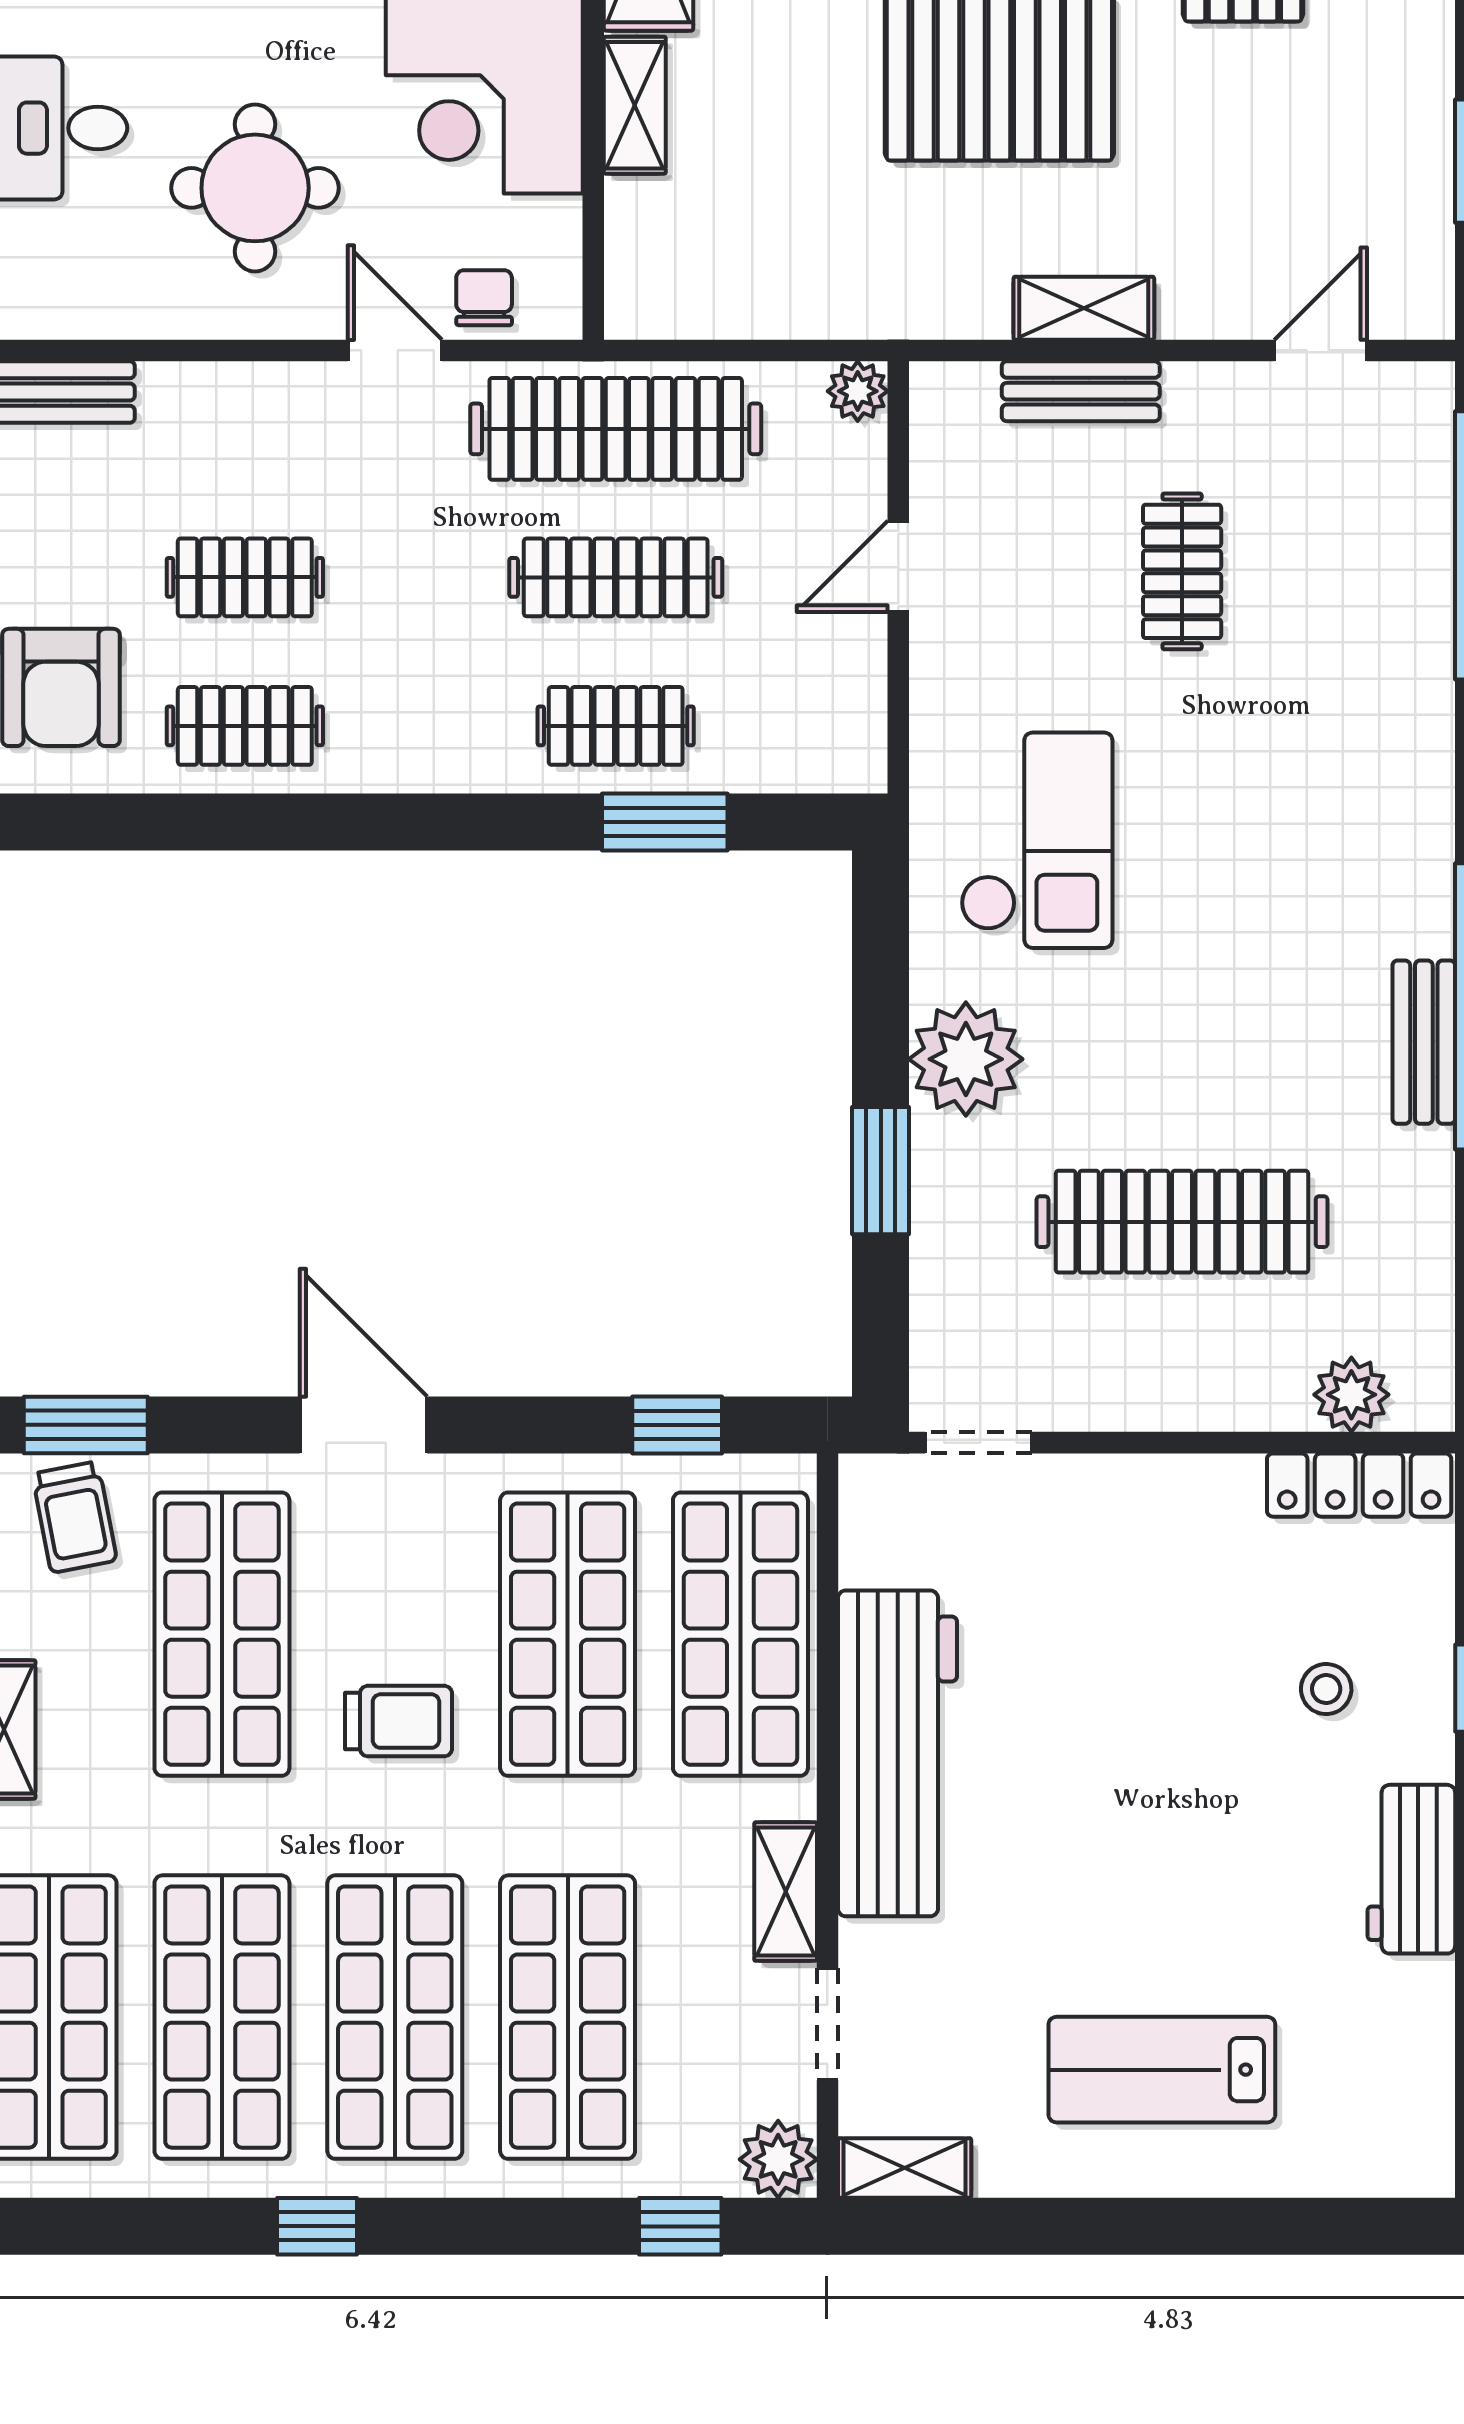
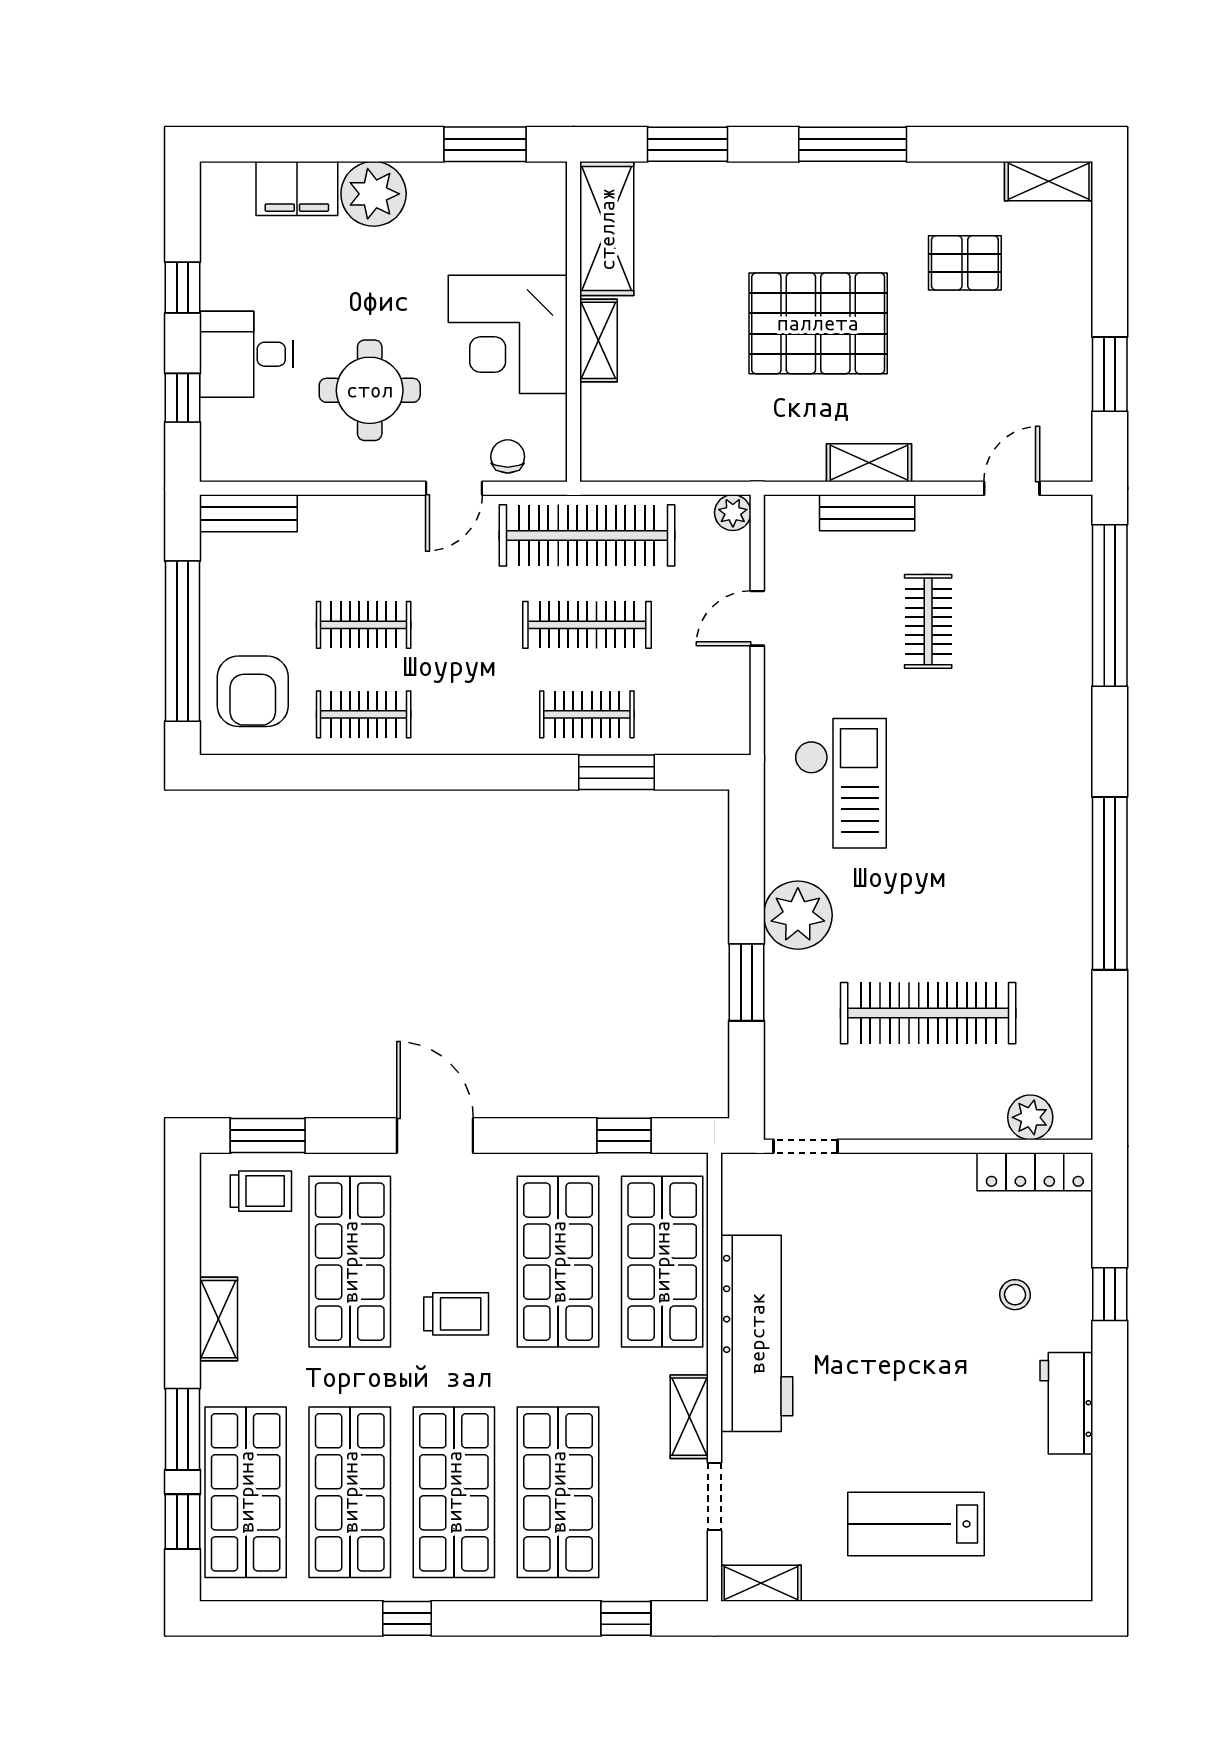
door: (395, 350) -> (454, 488), swing flipped
bench: (1424, 1042) -> (1074, 905), removed
trolley: (74, 1517) -> (261, 1191), turned -79
plant: (778, 2159) -> (685, 1578), removed

